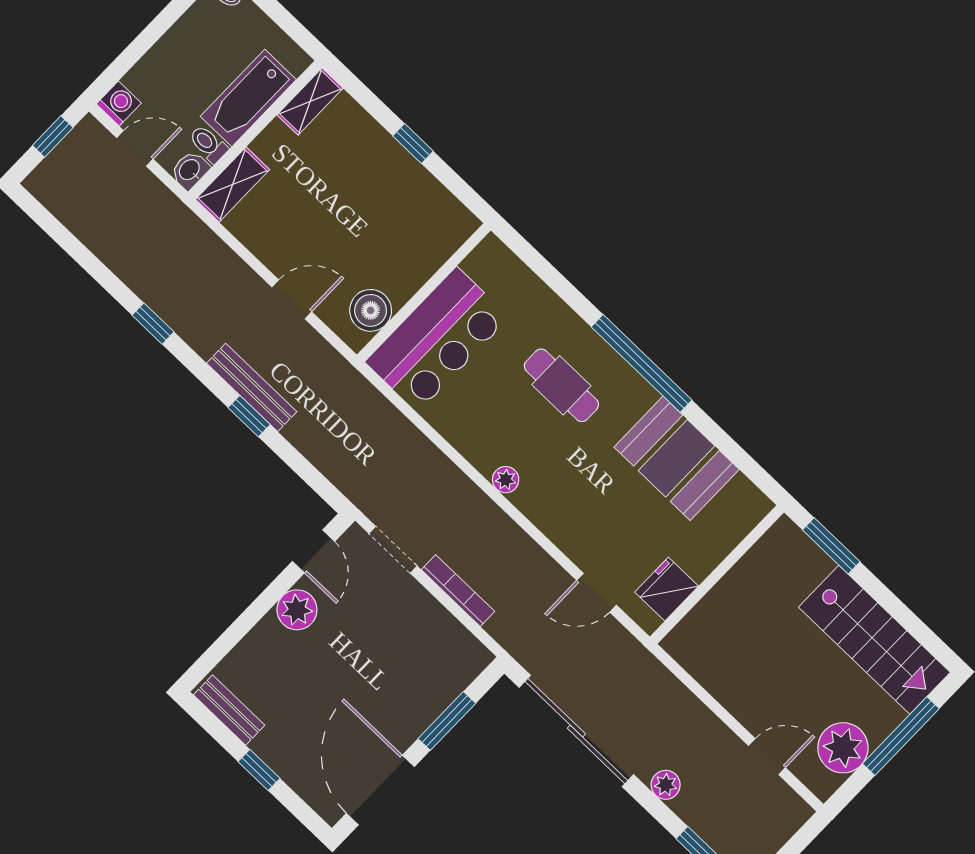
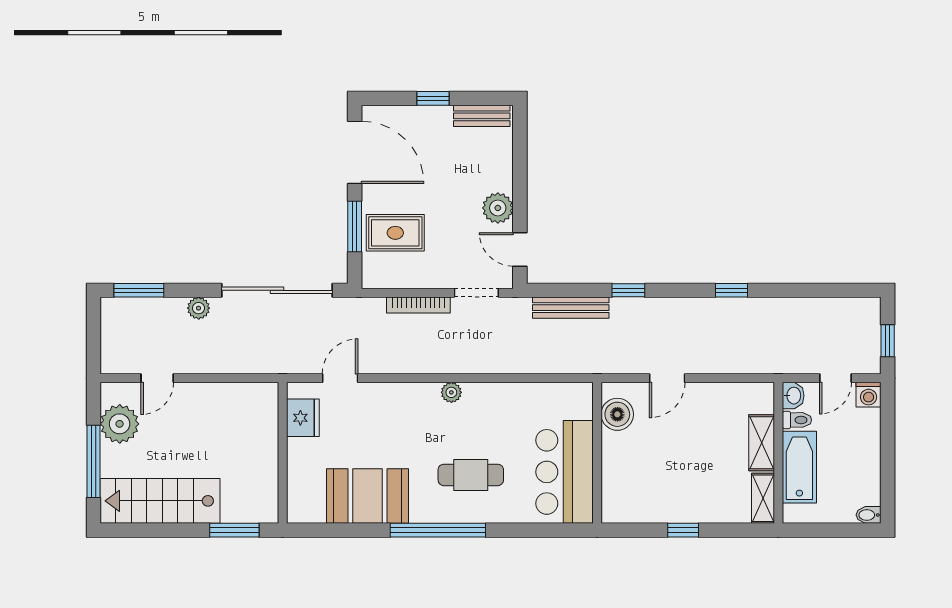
shelving: (233, 185) -> (762, 443), moved
bar counter: (437, 340) -> (565, 472), moved
bench: (252, 387) -> (571, 308), moved
rug: (415, 679) -> (395, 233), added

